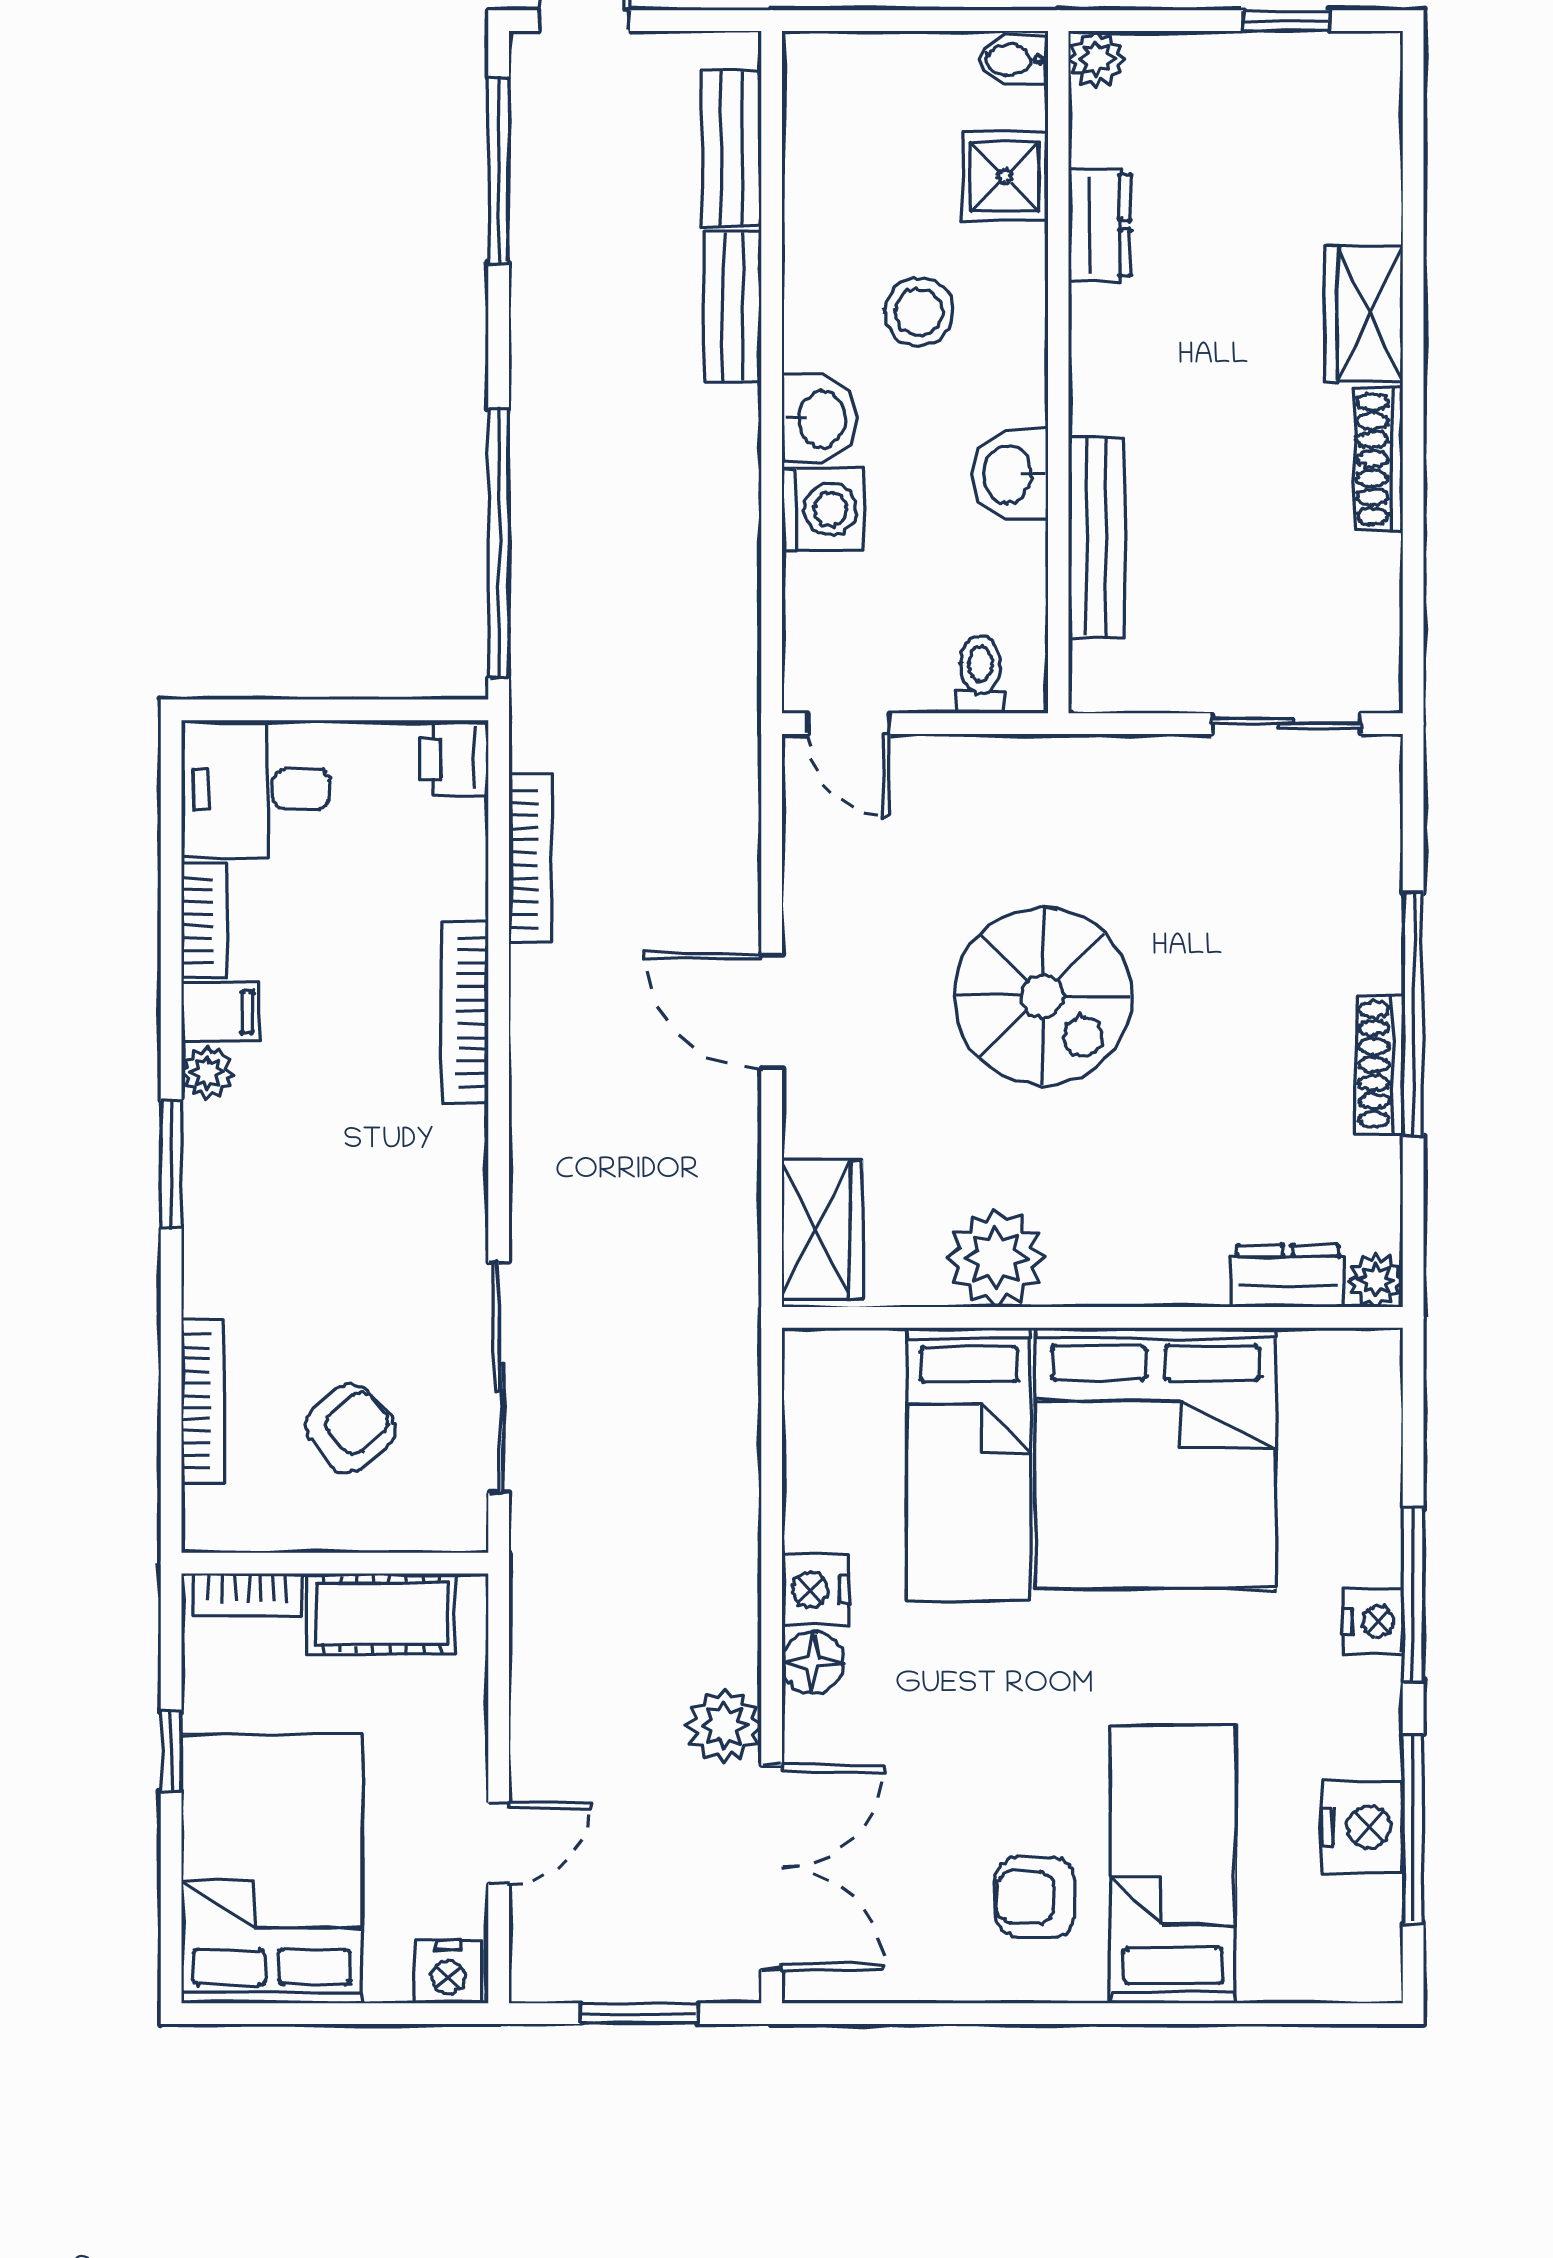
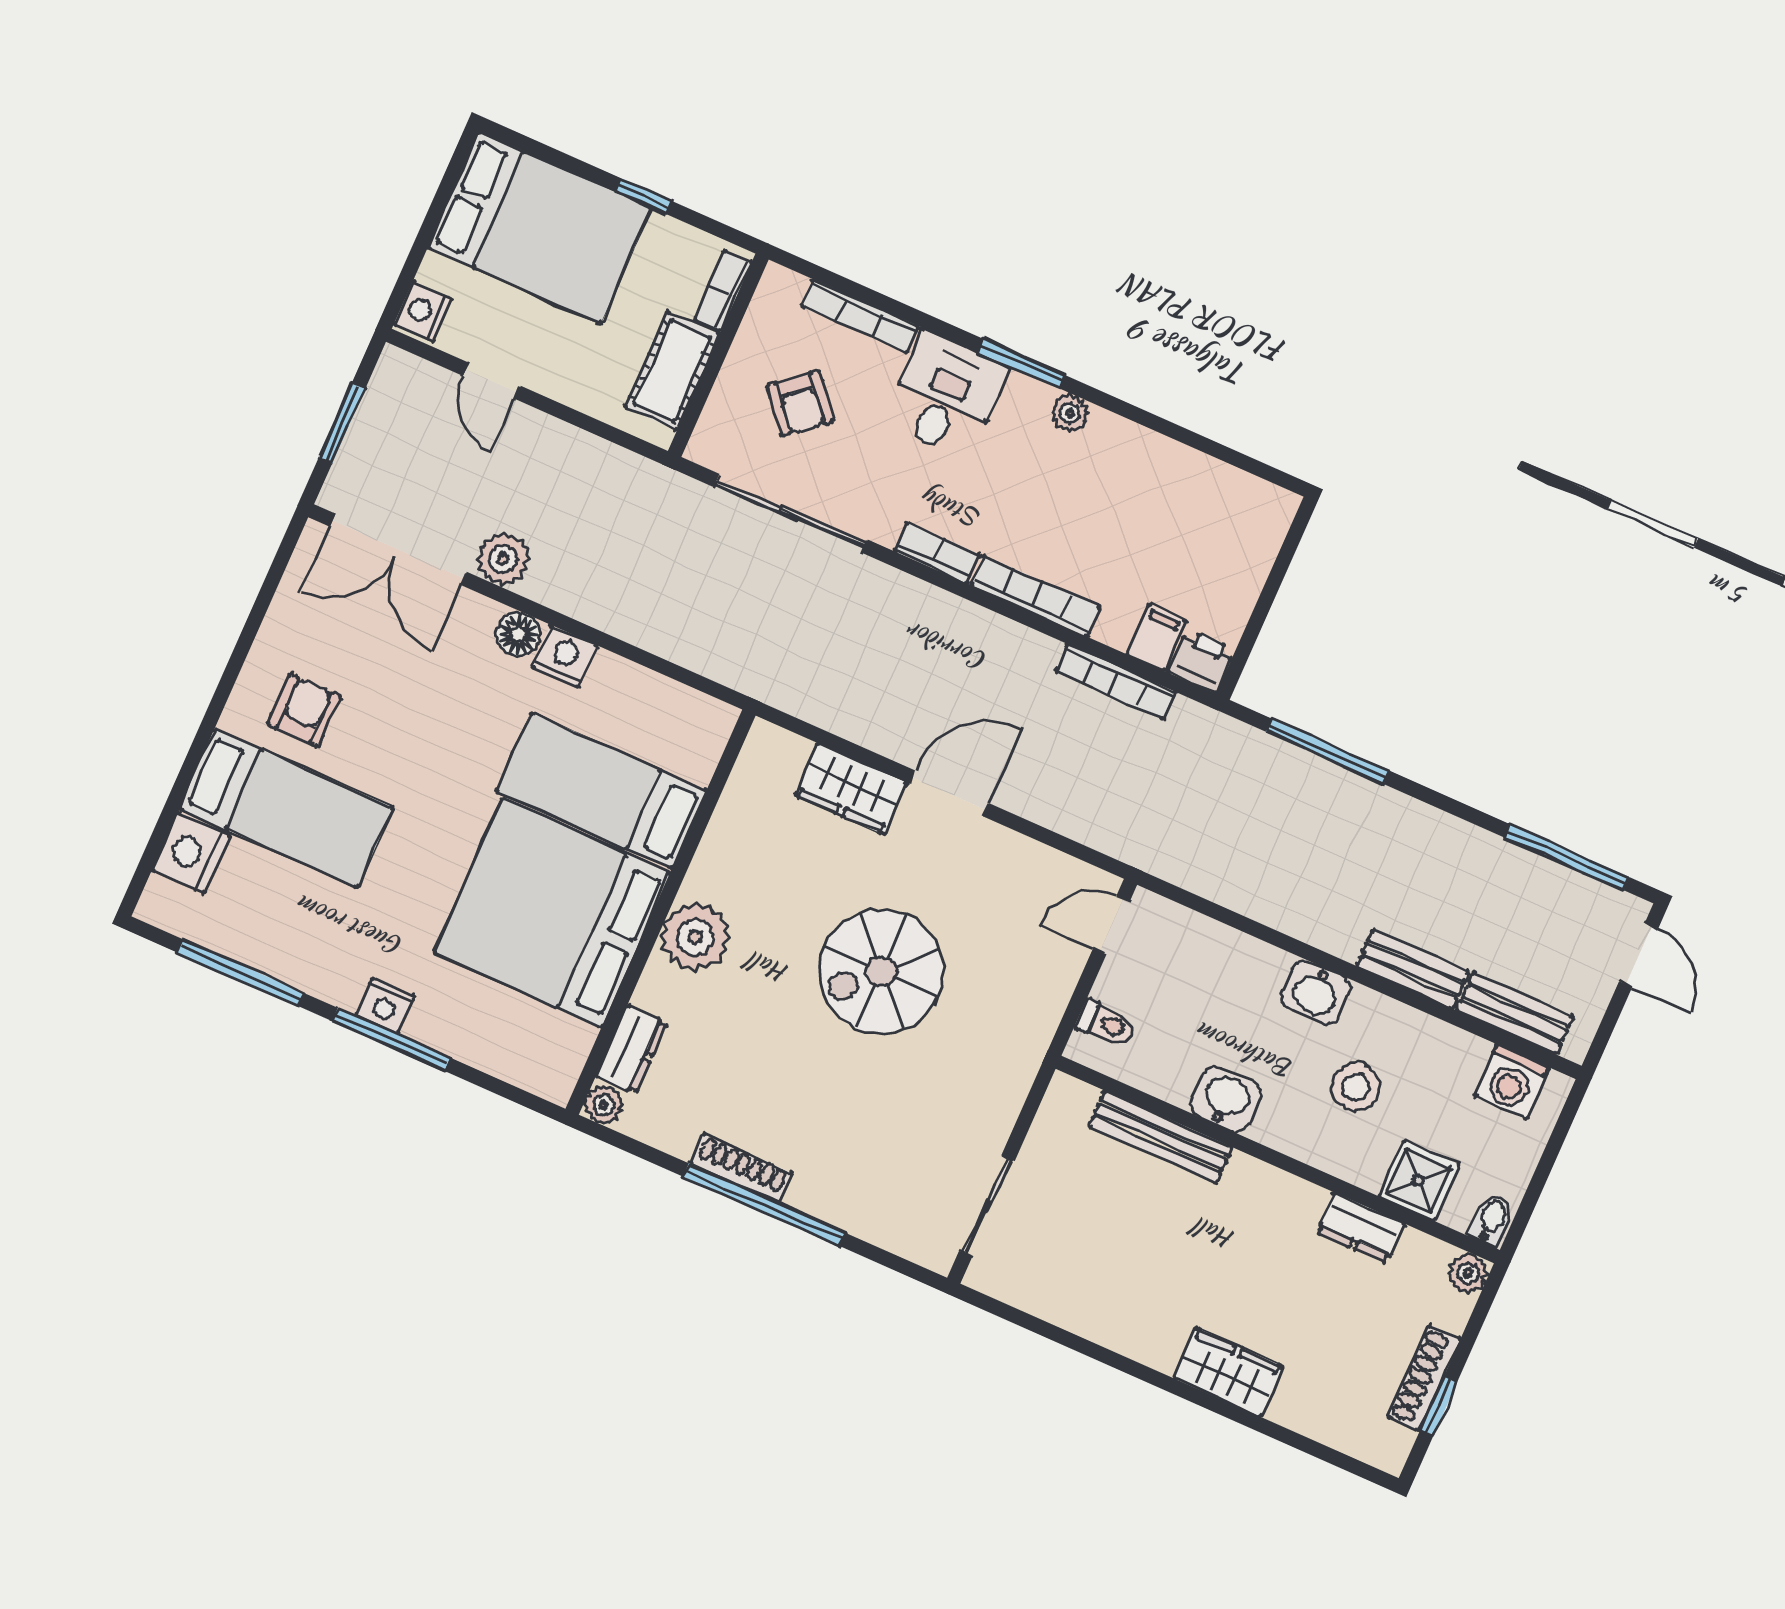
shoe rack: (1378, 459) -> (1424, 1378), moved, turned -90
washing machine: (822, 509) -> (1511, 1082), moved
window: (499, 543) -> (1328, 751), width x0.68
desk: (256, 789) -> (946, 395), moved
bookcase: (204, 920) -> (937, 553), moved, turned 180
filing cabinet: (220, 1012) -> (1156, 638), moved, turned 180
wardrobe: (822, 1230) -> (851, 789), moved
plant: (996, 1258) -> (695, 937), moved
nightstand: (1362, 1827) -> (191, 853), moved, turned 90

